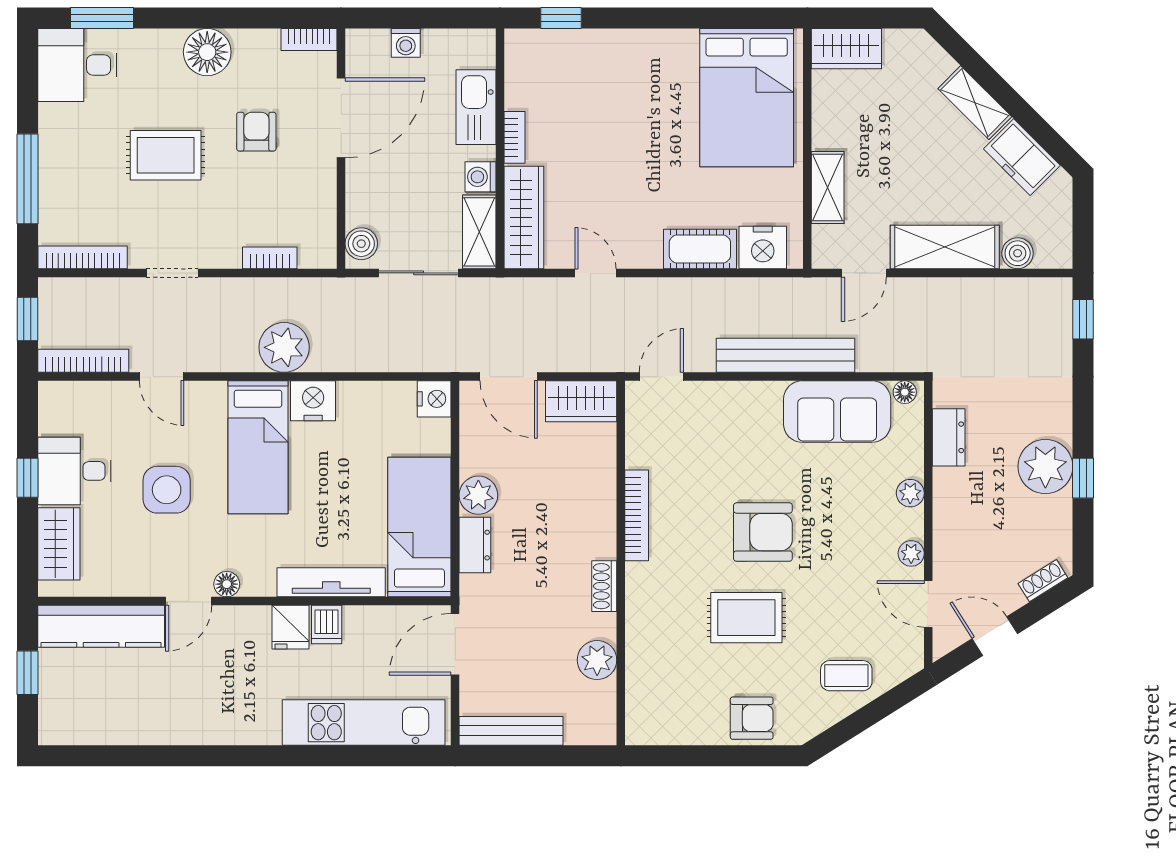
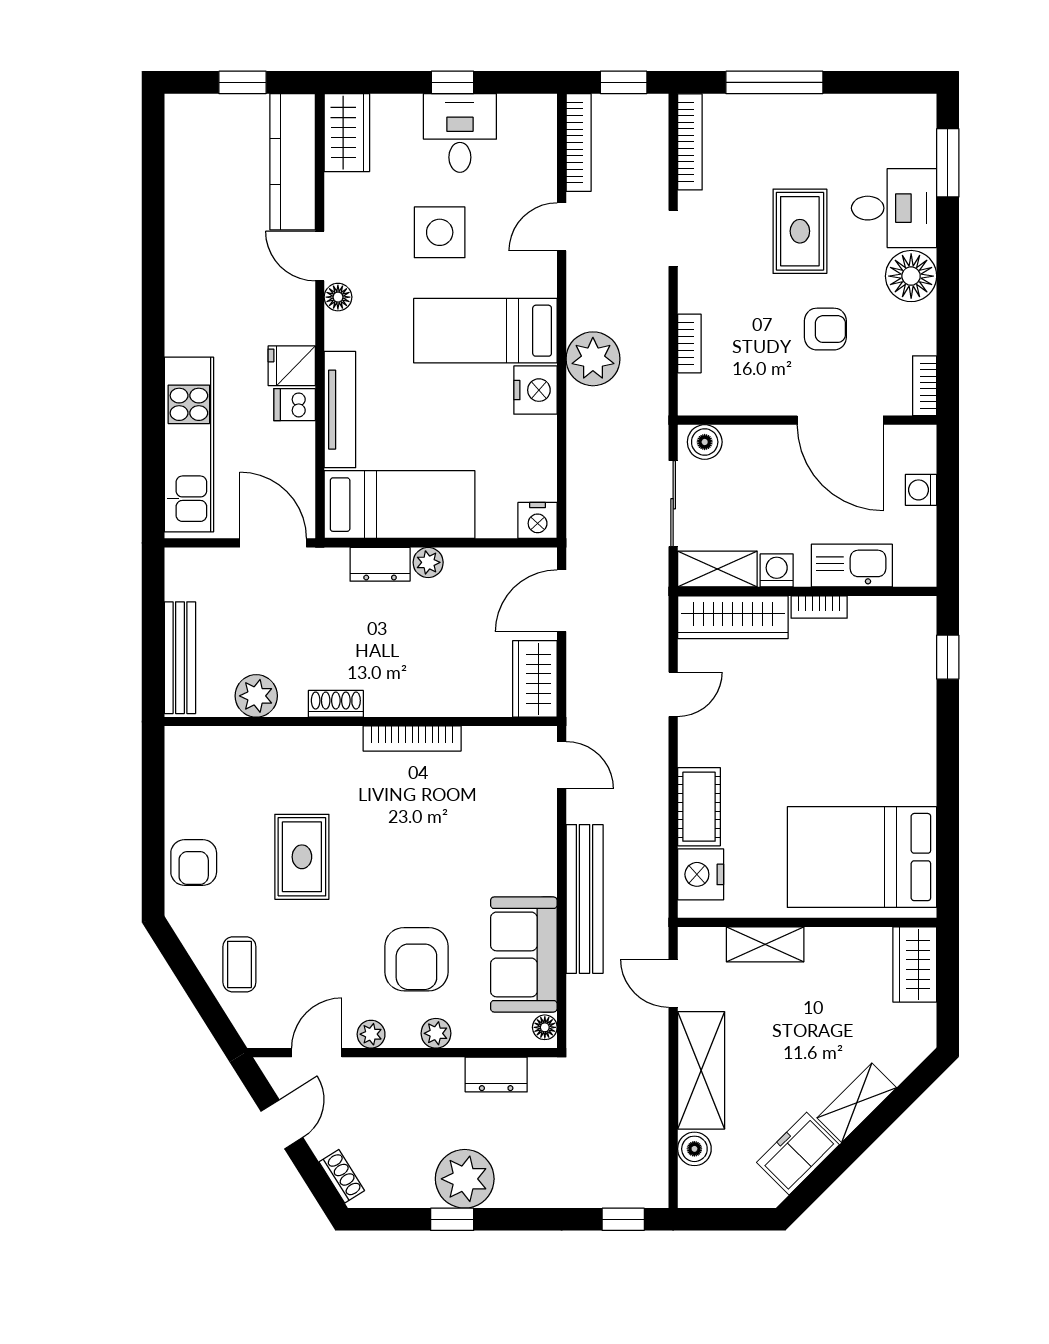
desk: (77, 65) -> (894, 208), moved, turned 90
plant: (478, 495) -> (428, 562), width x0.73, depth x0.73
armchair: (763, 532) -> (416, 959), moved
wardrobe: (59, 544) -> (347, 133), moved, turned -90
bench: (511, 731) -> (180, 658), moved

